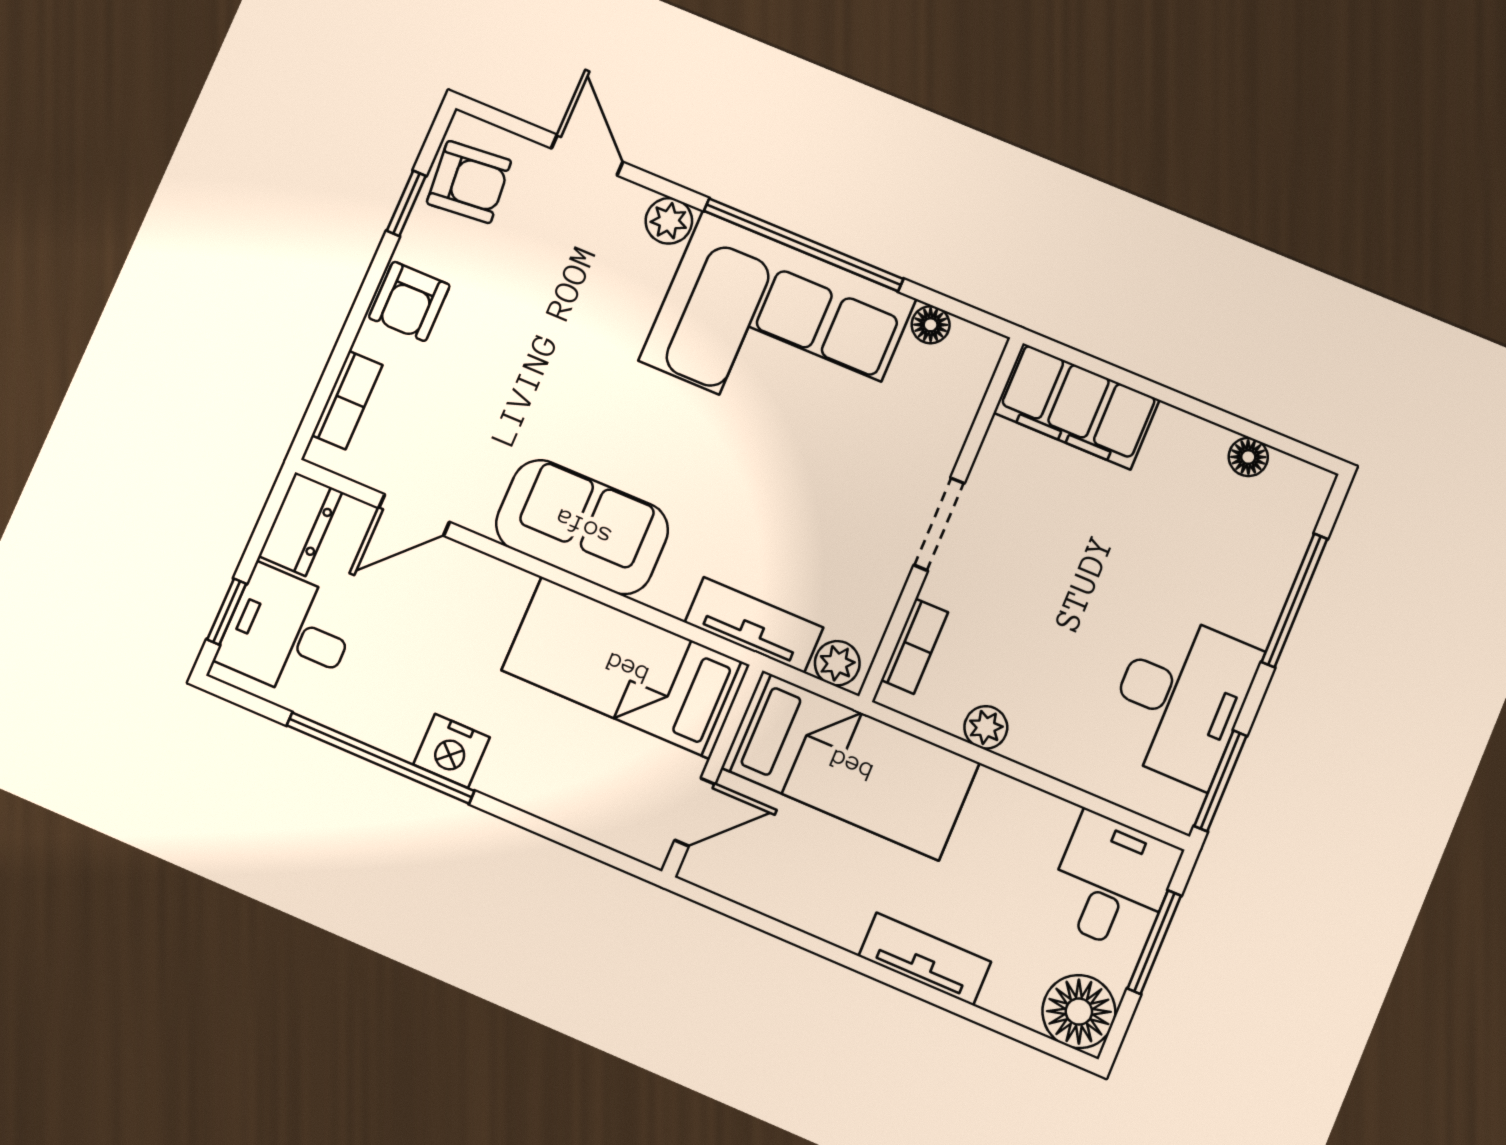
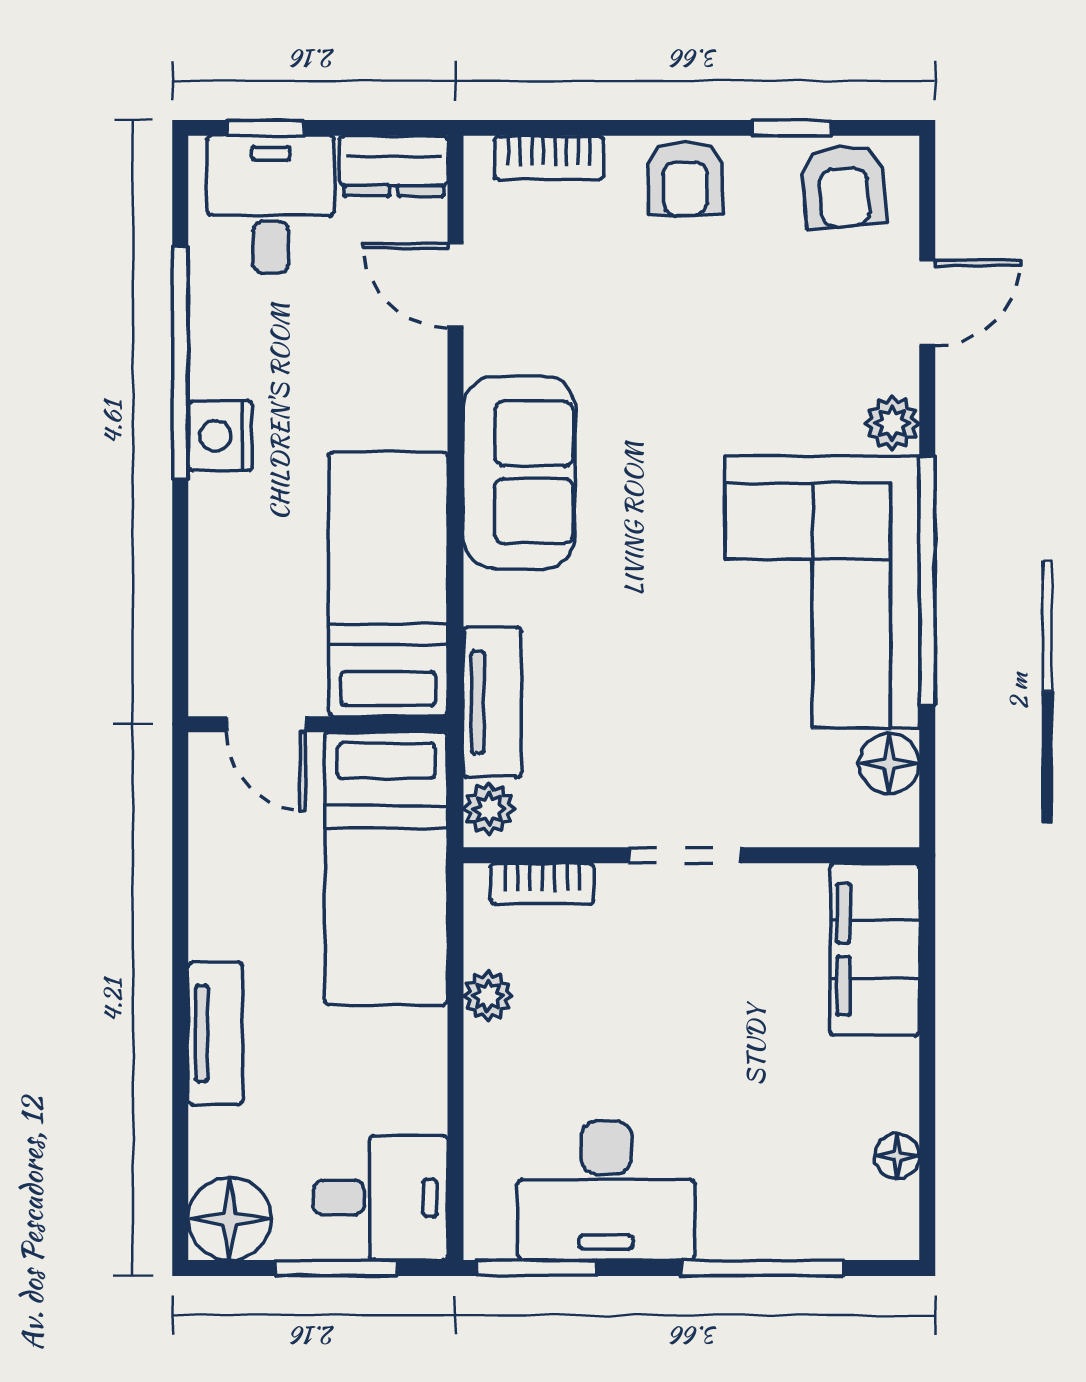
armchair: (409, 301) -> (685, 178), turned -90
floor lamp: (931, 325) -> (889, 764), width x1.37, depth x1.37

